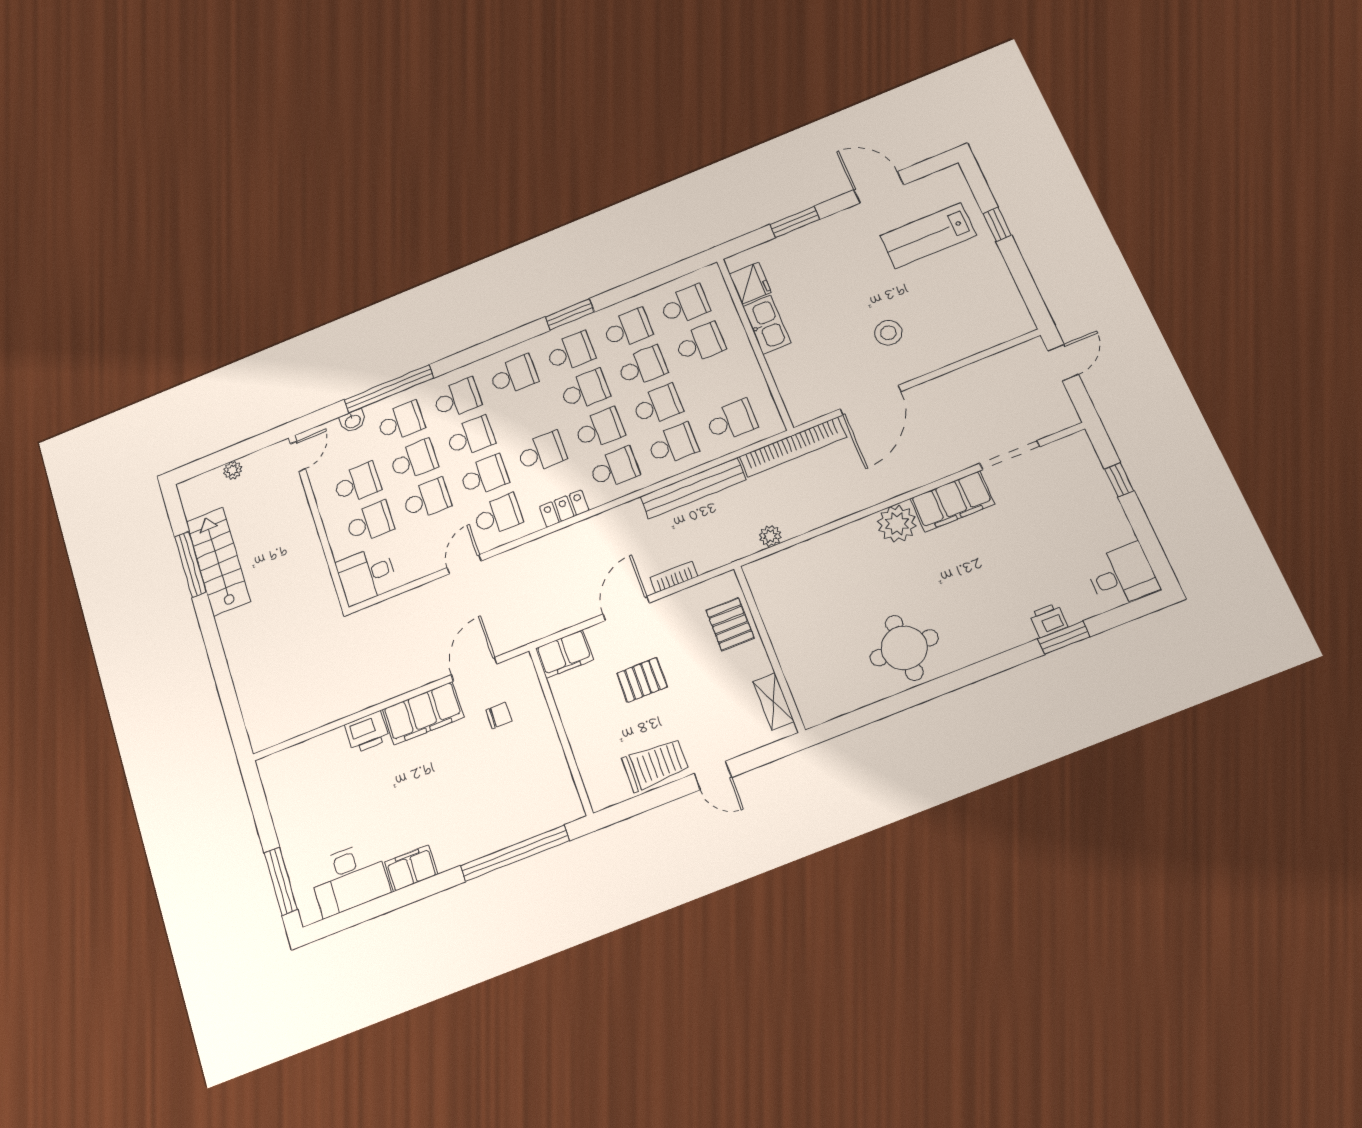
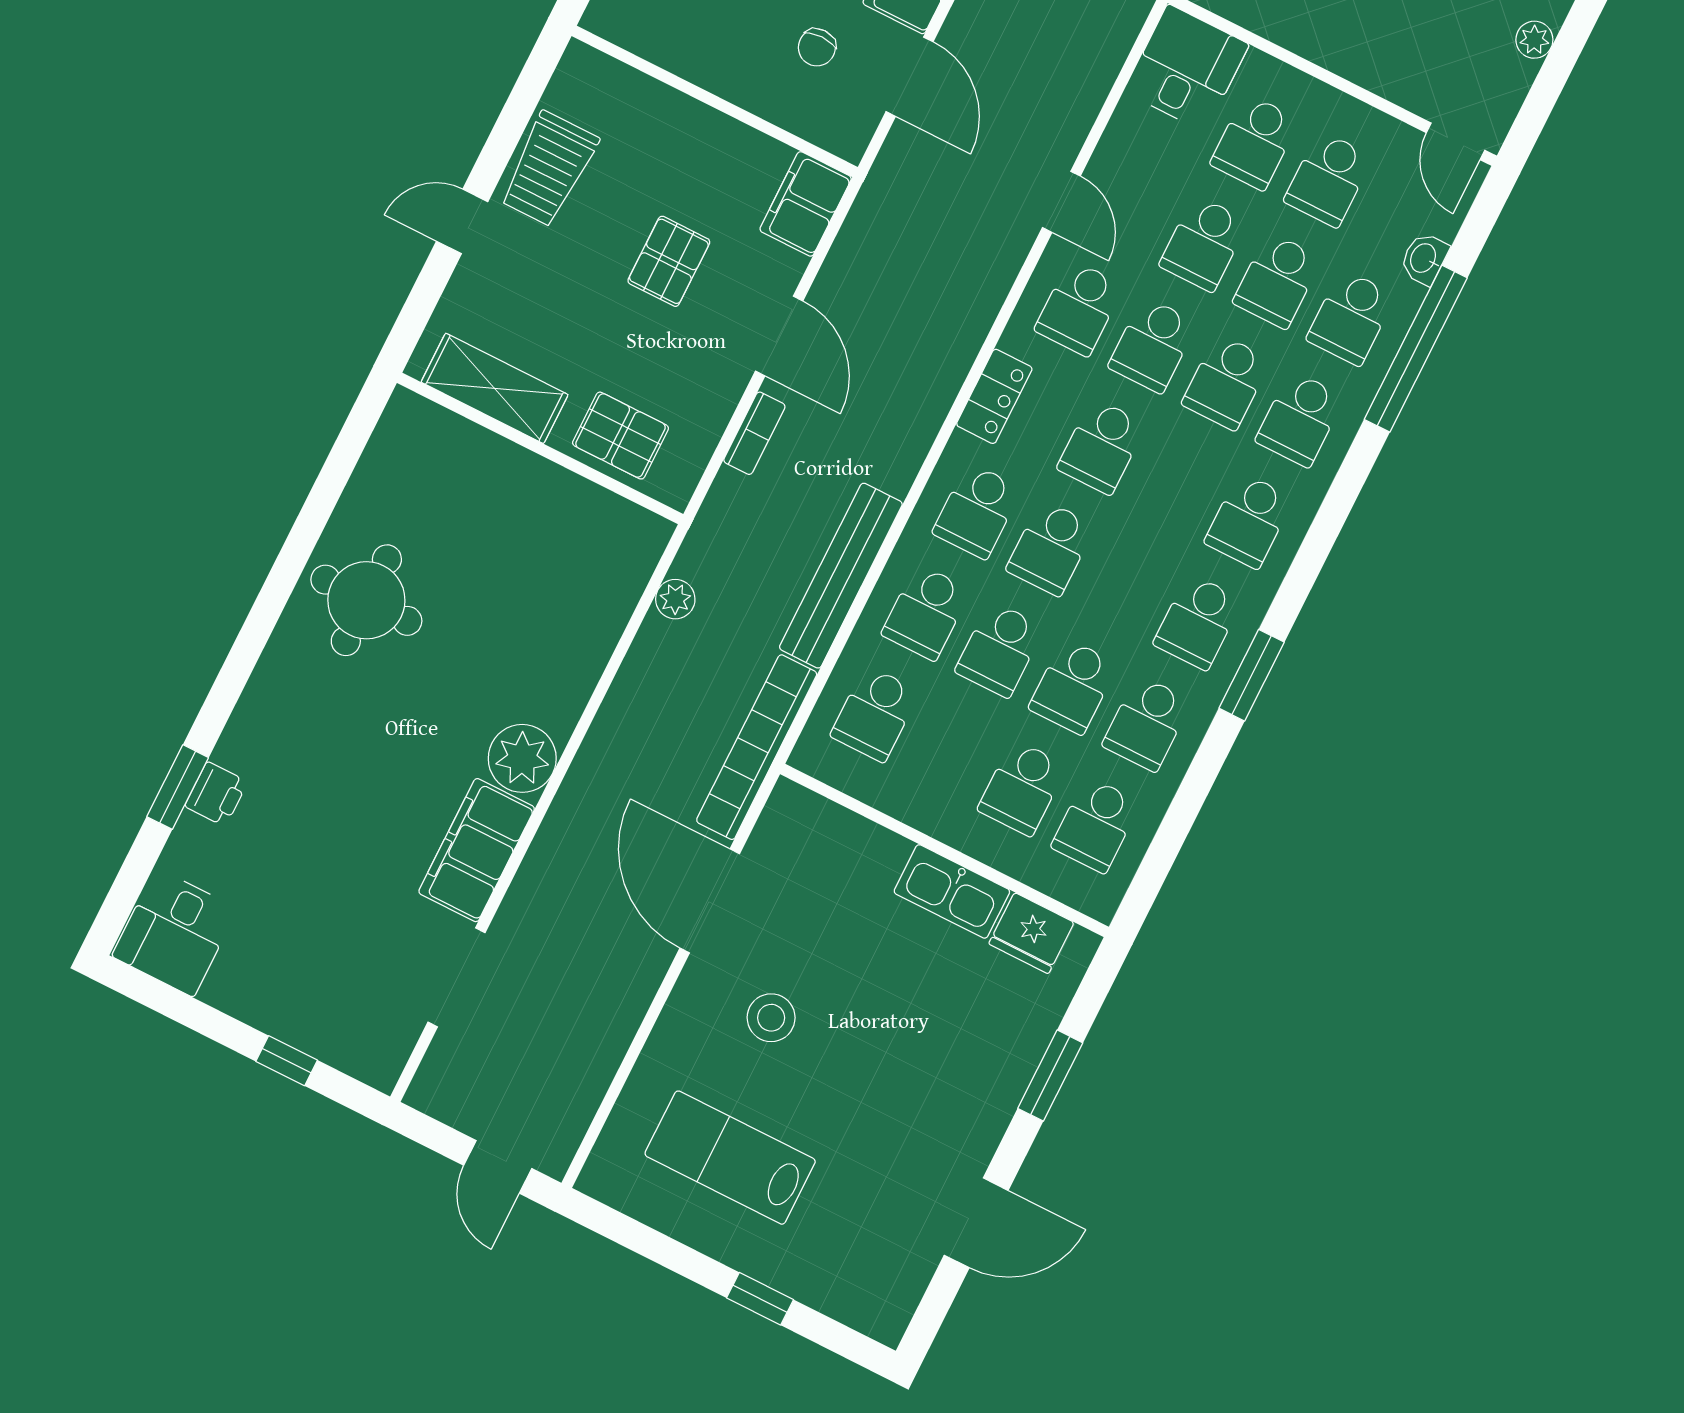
lab bench: (928, 236) -> (730, 1158), moved, turned -90
school desk: (585, 390) -> (1124, 585), removed
shelving: (773, 702) -> (495, 388), width x1.50, depth x1.33

